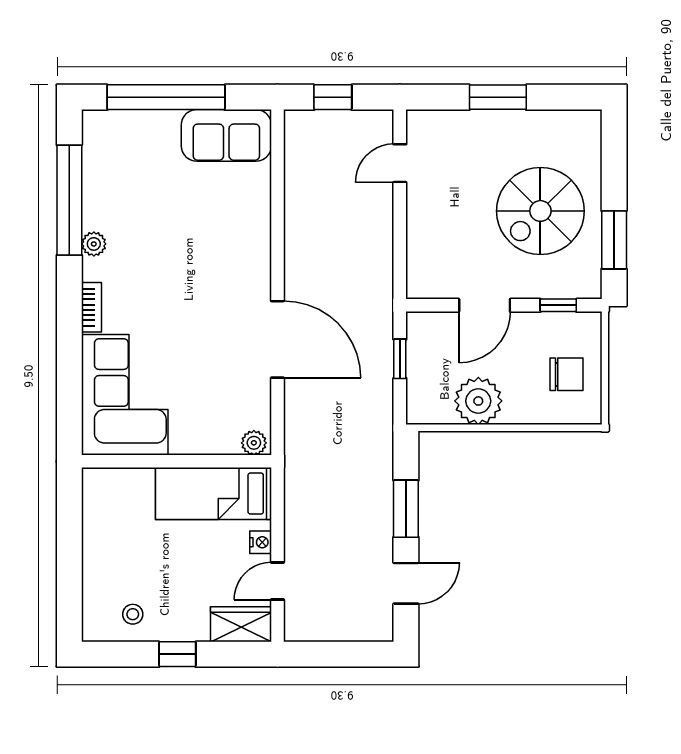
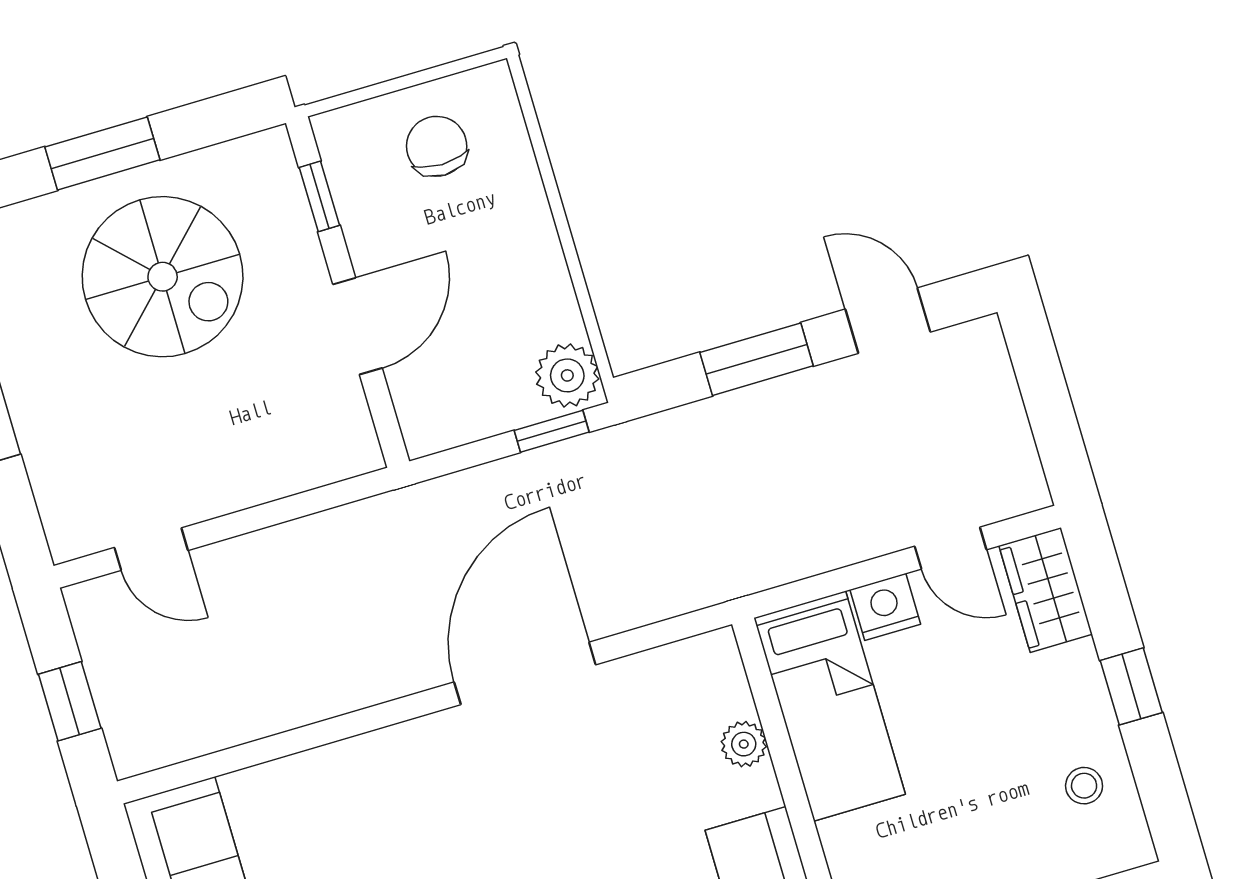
window: (614, 240) -> (102, 153), moved
door: (485, 305) -> (358, 326), hinge flipped
window: (400, 359) -> (552, 431), moved
plant: (478, 401) -> (567, 375), moved, width x0.73, depth x0.73
plant: (254, 443) -> (744, 744), moved
nightstand: (261, 542) -> (885, 607), width x1.39, depth x1.35

